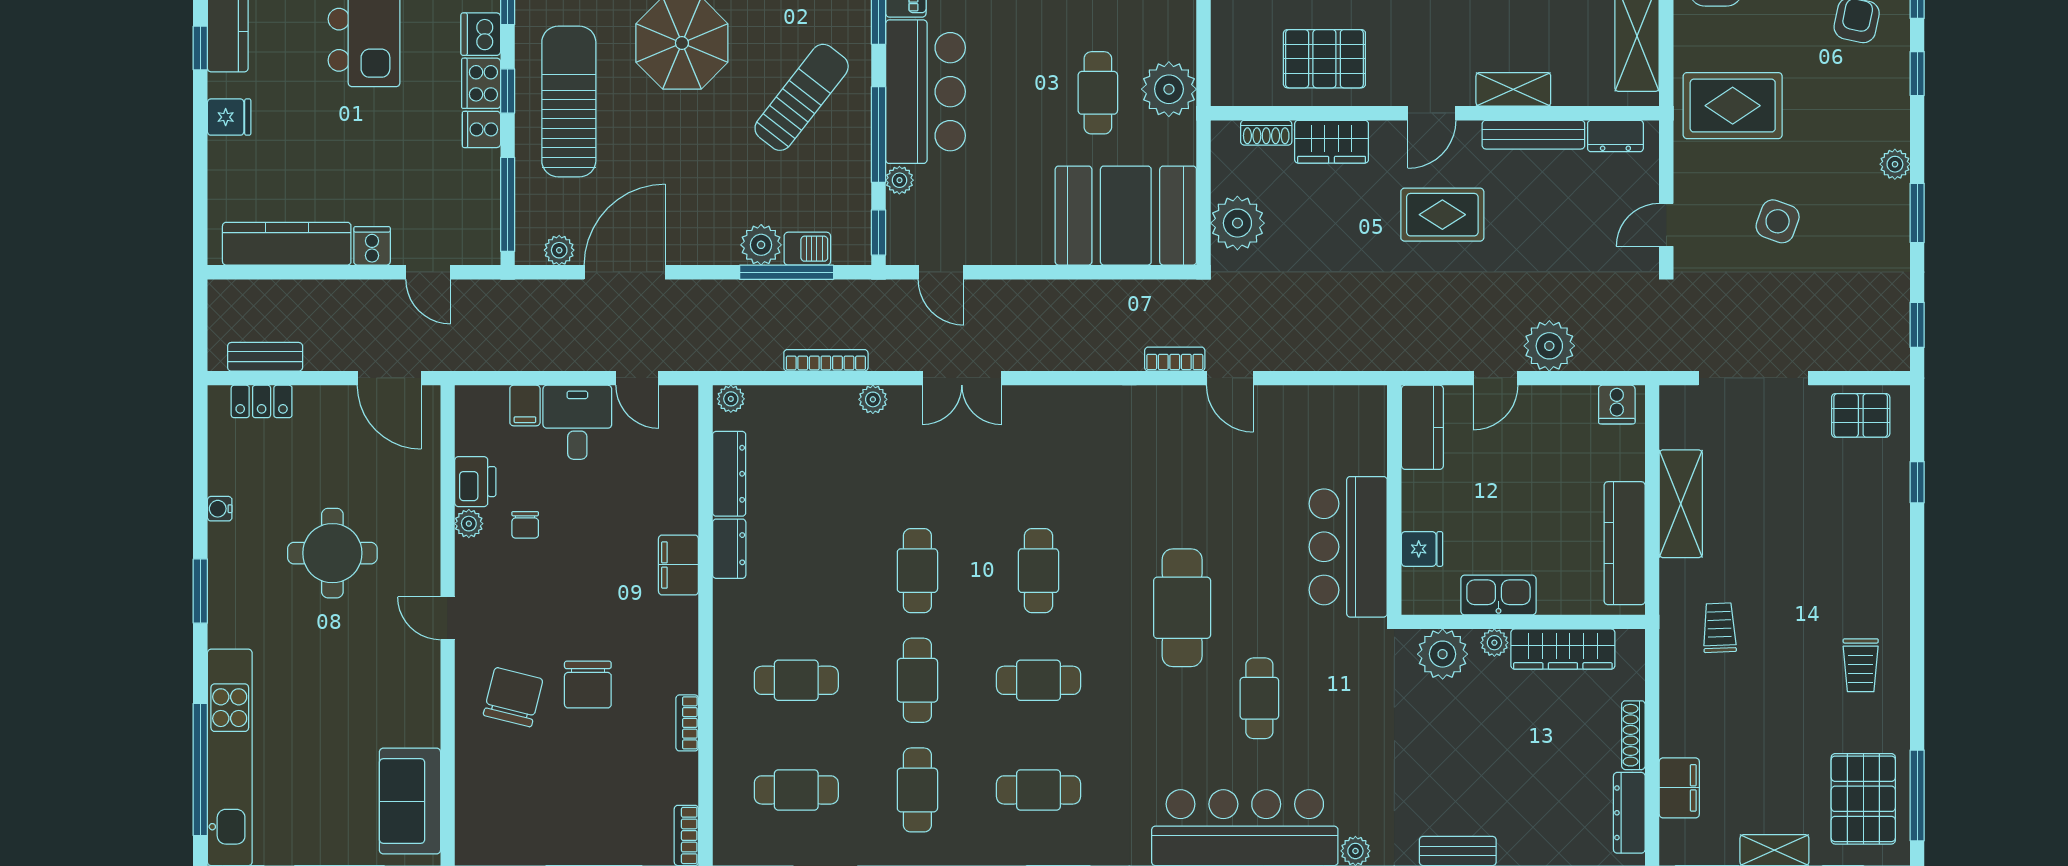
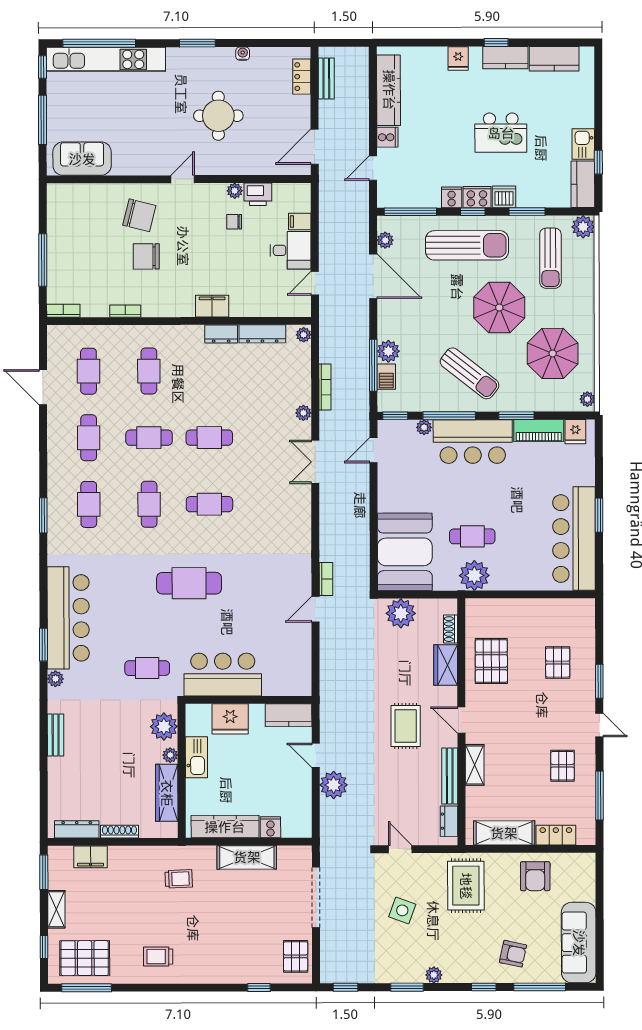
cooker: (1617, 405) -> (270, 827), moved, turned 90
fridge: (1422, 549) -> (230, 719), width x1.88, depth x1.34
cafe table: (1259, 698) -> (147, 668), moved
cafe table: (917, 790) -> (89, 438), turned 90

